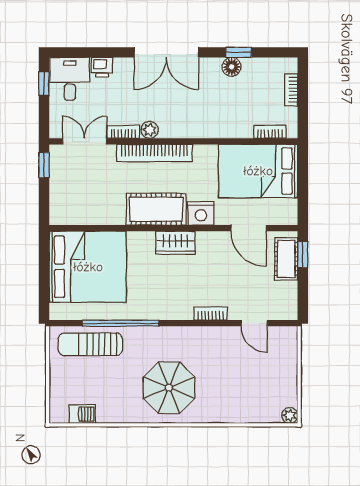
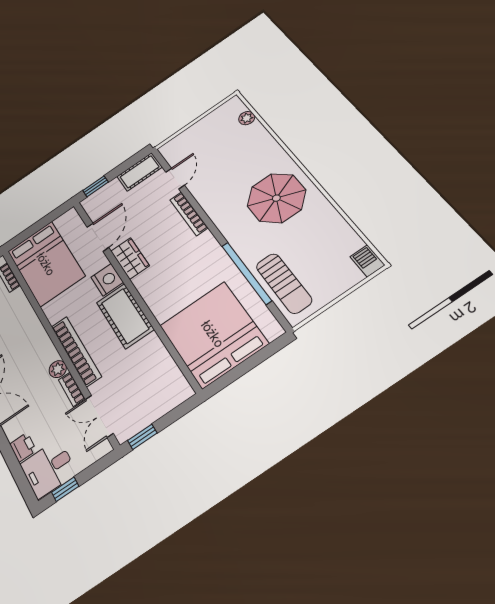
wardrobe: (175, 243) -> (130, 258), moved
cot: (286, 259) -> (140, 172), moved
bookcase: (211, 313) -> (189, 214), width x1.56
barbecue: (82, 414) -> (367, 261), moved
plant: (290, 415) -> (247, 118), moved

